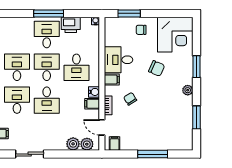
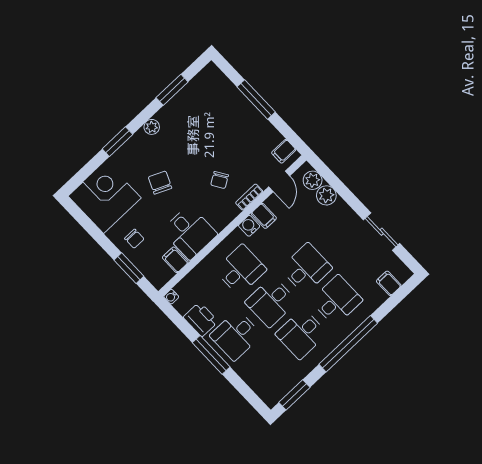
filing cabinet: (112, 80) -> (175, 260), moved
desk: (17, 100) -> (337, 300), turned 180

